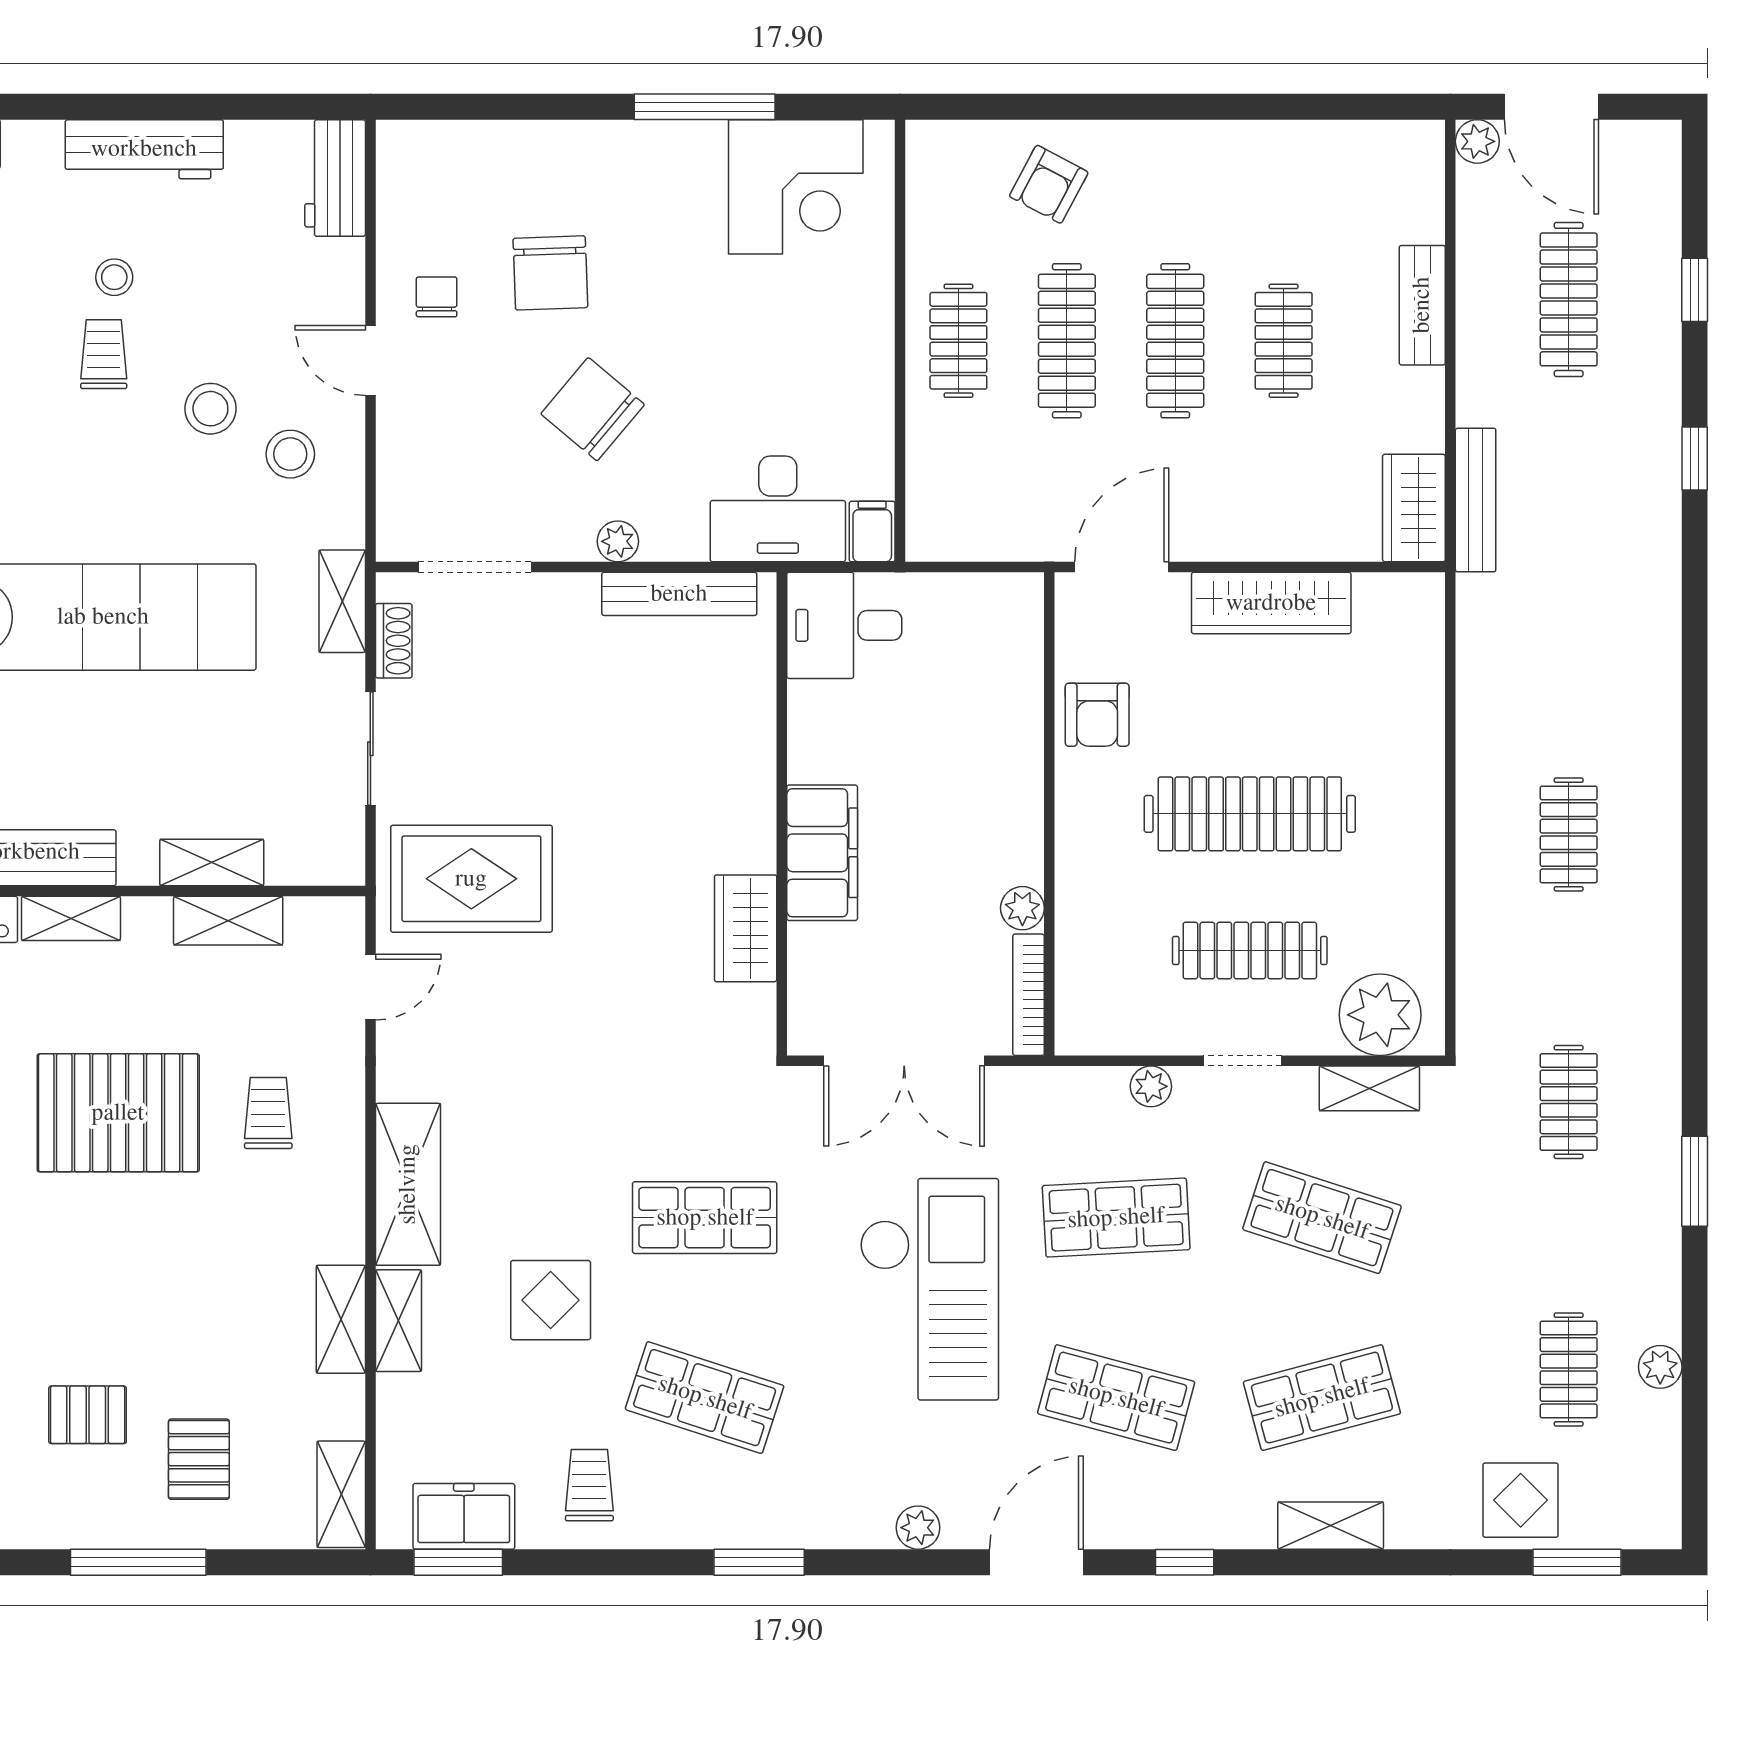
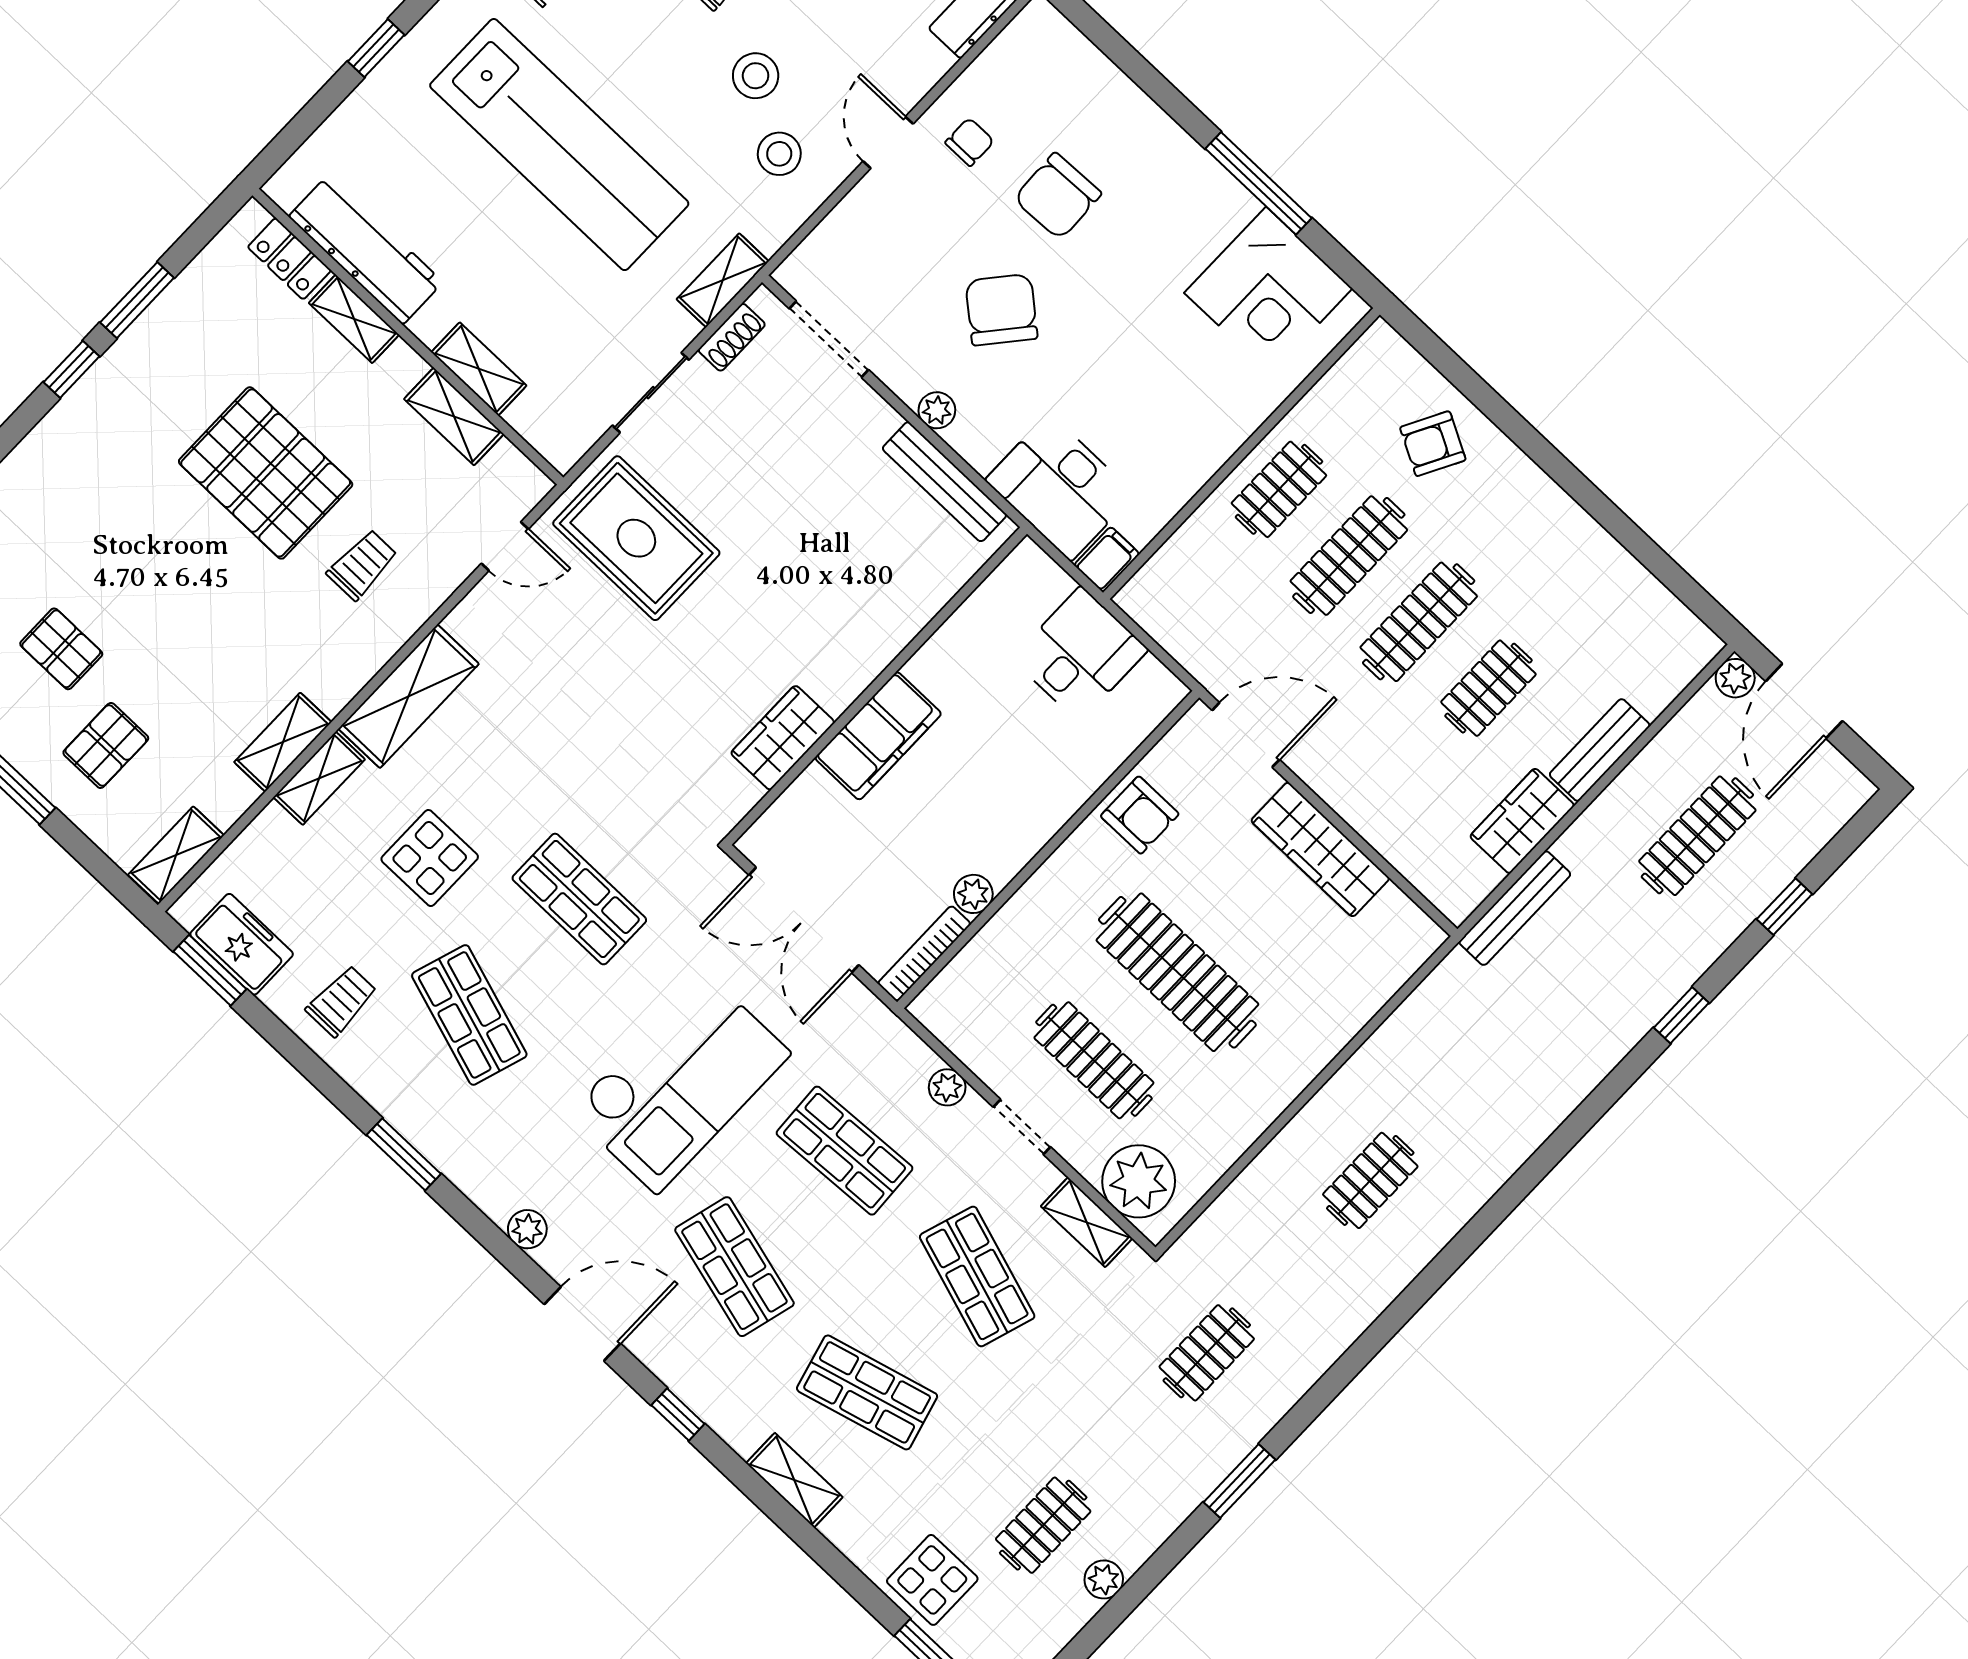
wardrobe: (1414, 508) -> (1522, 821), moved
desk: (844, 625) -> (1080, 654), moved, turned 90
armchair: (1097, 715) -> (1140, 815), turned -90

